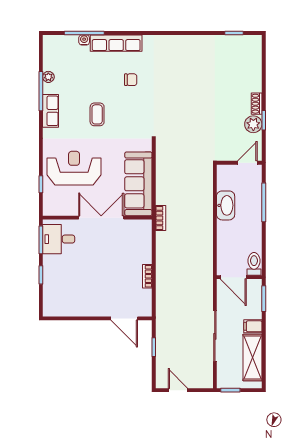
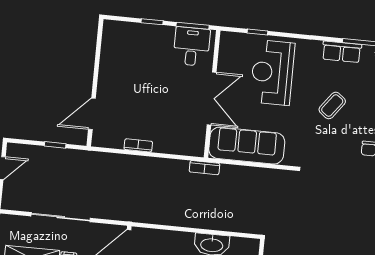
coffee table: (97, 114) -> (332, 105), turned -53
reception desk: (74, 168) -> (272, 73), turned 180

